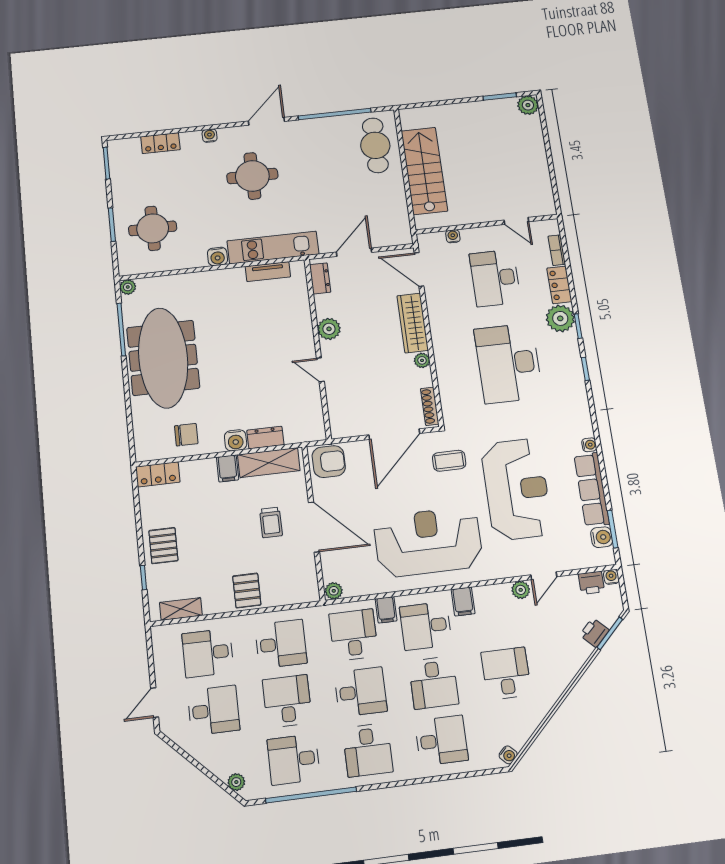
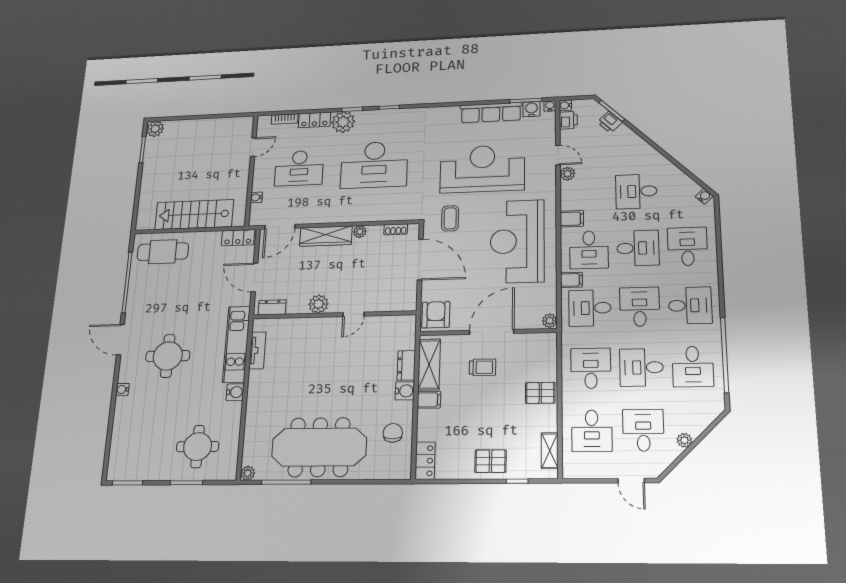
locker: (160, 143) -> (238, 238), moved, turned 90
shoe rack: (430, 406) -> (396, 229), width x0.70
water cooler: (589, 445) -> (550, 106), moved
plant: (236, 782) -> (684, 440), moved

